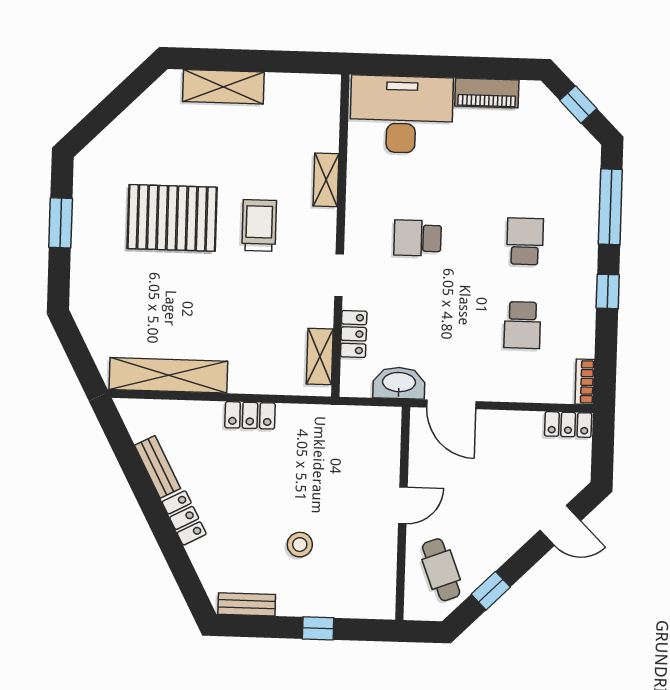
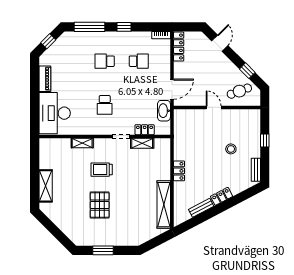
pallet: (172, 218) -> (100, 205), width x0.73, depth x0.71
shelving: (320, 357) -> (142, 143), moved
locker: (568, 424) -> (179, 47), width x1.53

